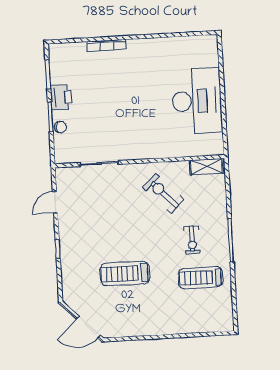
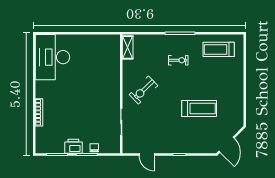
desk: (197, 101) -> (53, 57), moved, turned -90
exercise bike: (163, 193) -> (143, 90), moved
treadmill: (125, 274) -> (199, 108), turned -90
treadmill: (201, 278) -> (219, 49), moved, turned 90
door: (88, 327) -> (227, 145), moved

